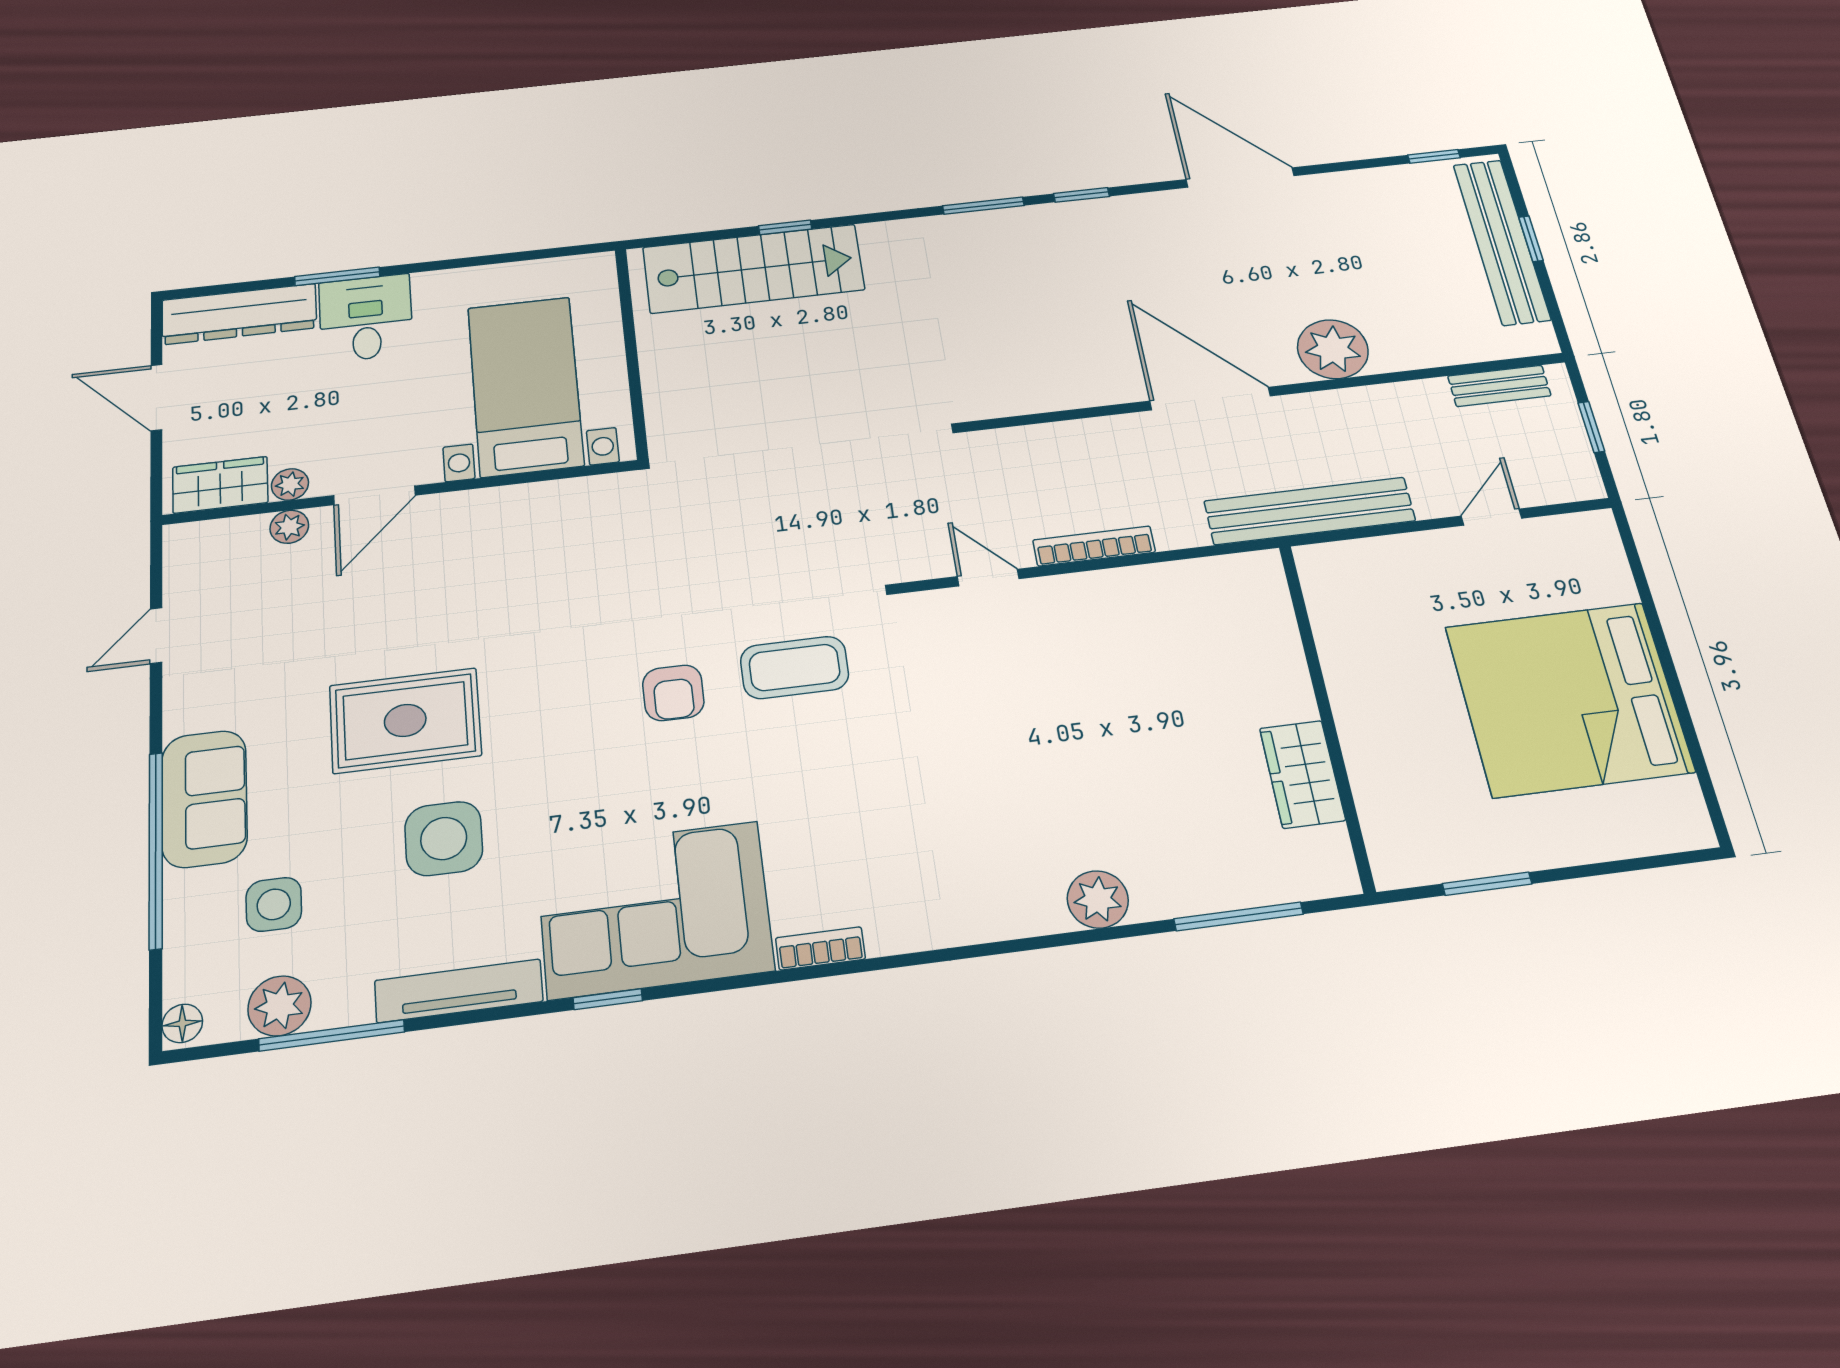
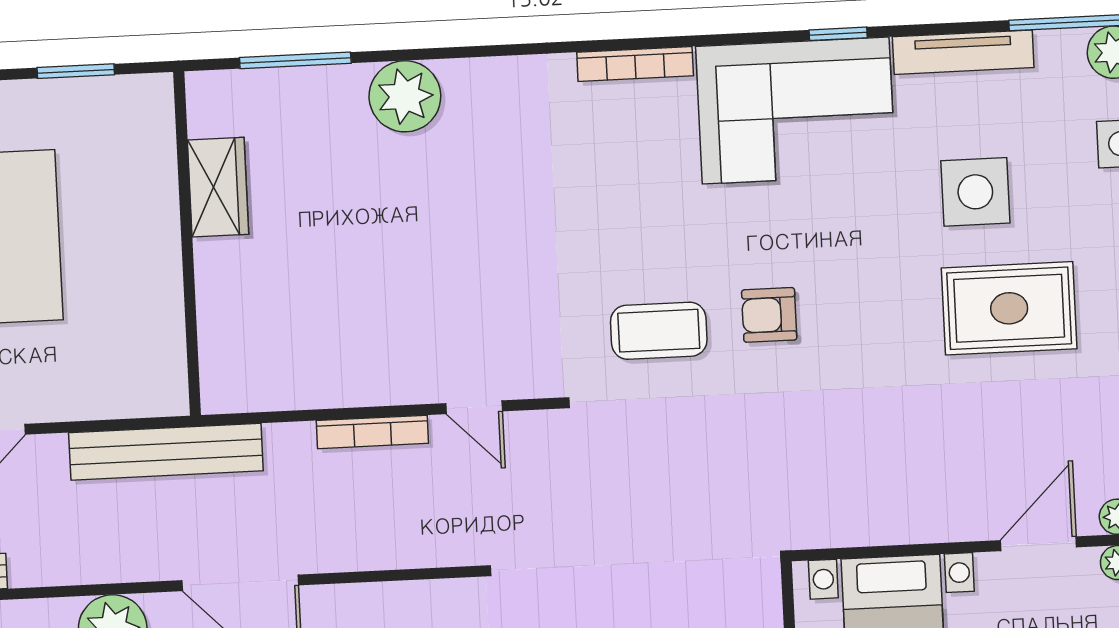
armchair: (673, 693) -> (769, 315), turned -90
plant: (1098, 899) -> (405, 96), width x1.36, depth x1.36
bookcase: (820, 948) -> (635, 64), width x1.56

